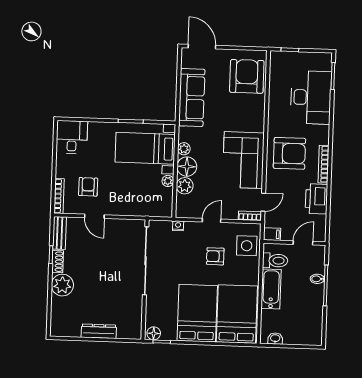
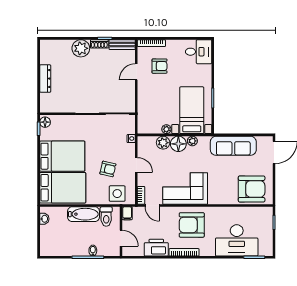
armchair: (289, 153) -> (192, 225), turned 90
armchair: (215, 256) -> (108, 169), turned 103

